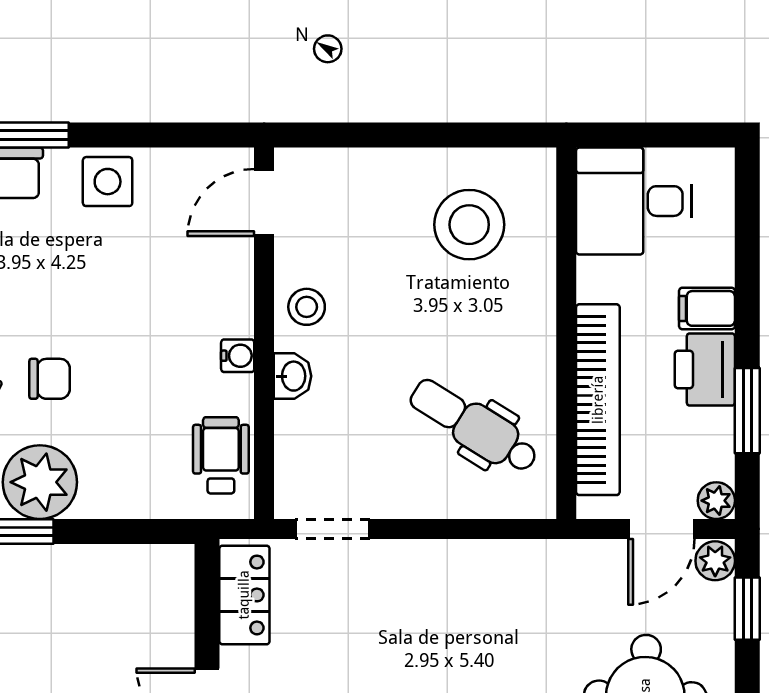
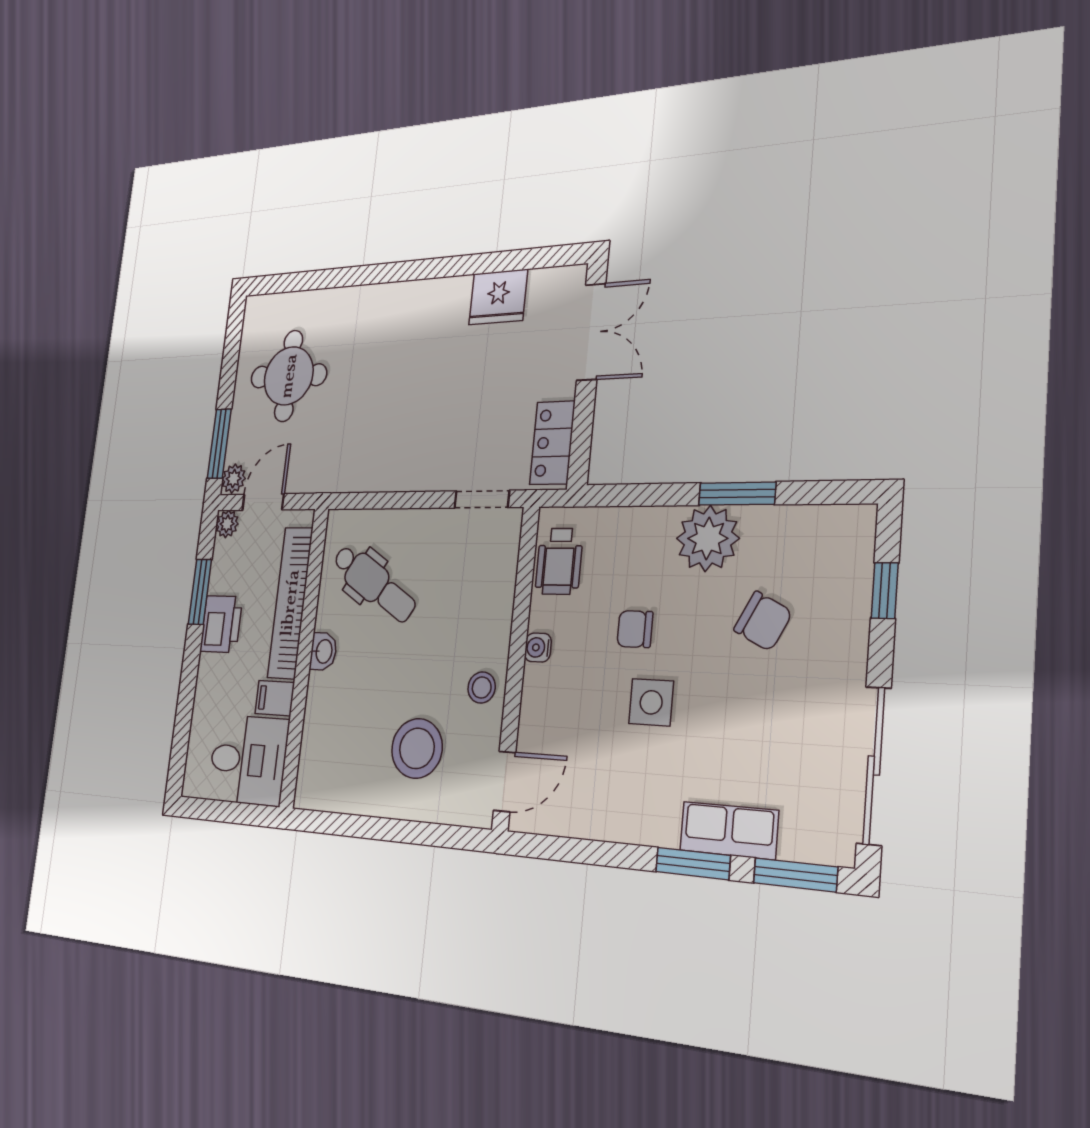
side table: (108, 182) -> (651, 702), moved
stool: (469, 225) -> (417, 748), moved
filing cabinet: (707, 308) -> (275, 698), moved, turned 180
washbasin: (293, 376) -> (323, 651), moved, turned 180
chair: (50, 379) -> (635, 629), moved
window: (747, 609) -> (219, 444), width x1.50

